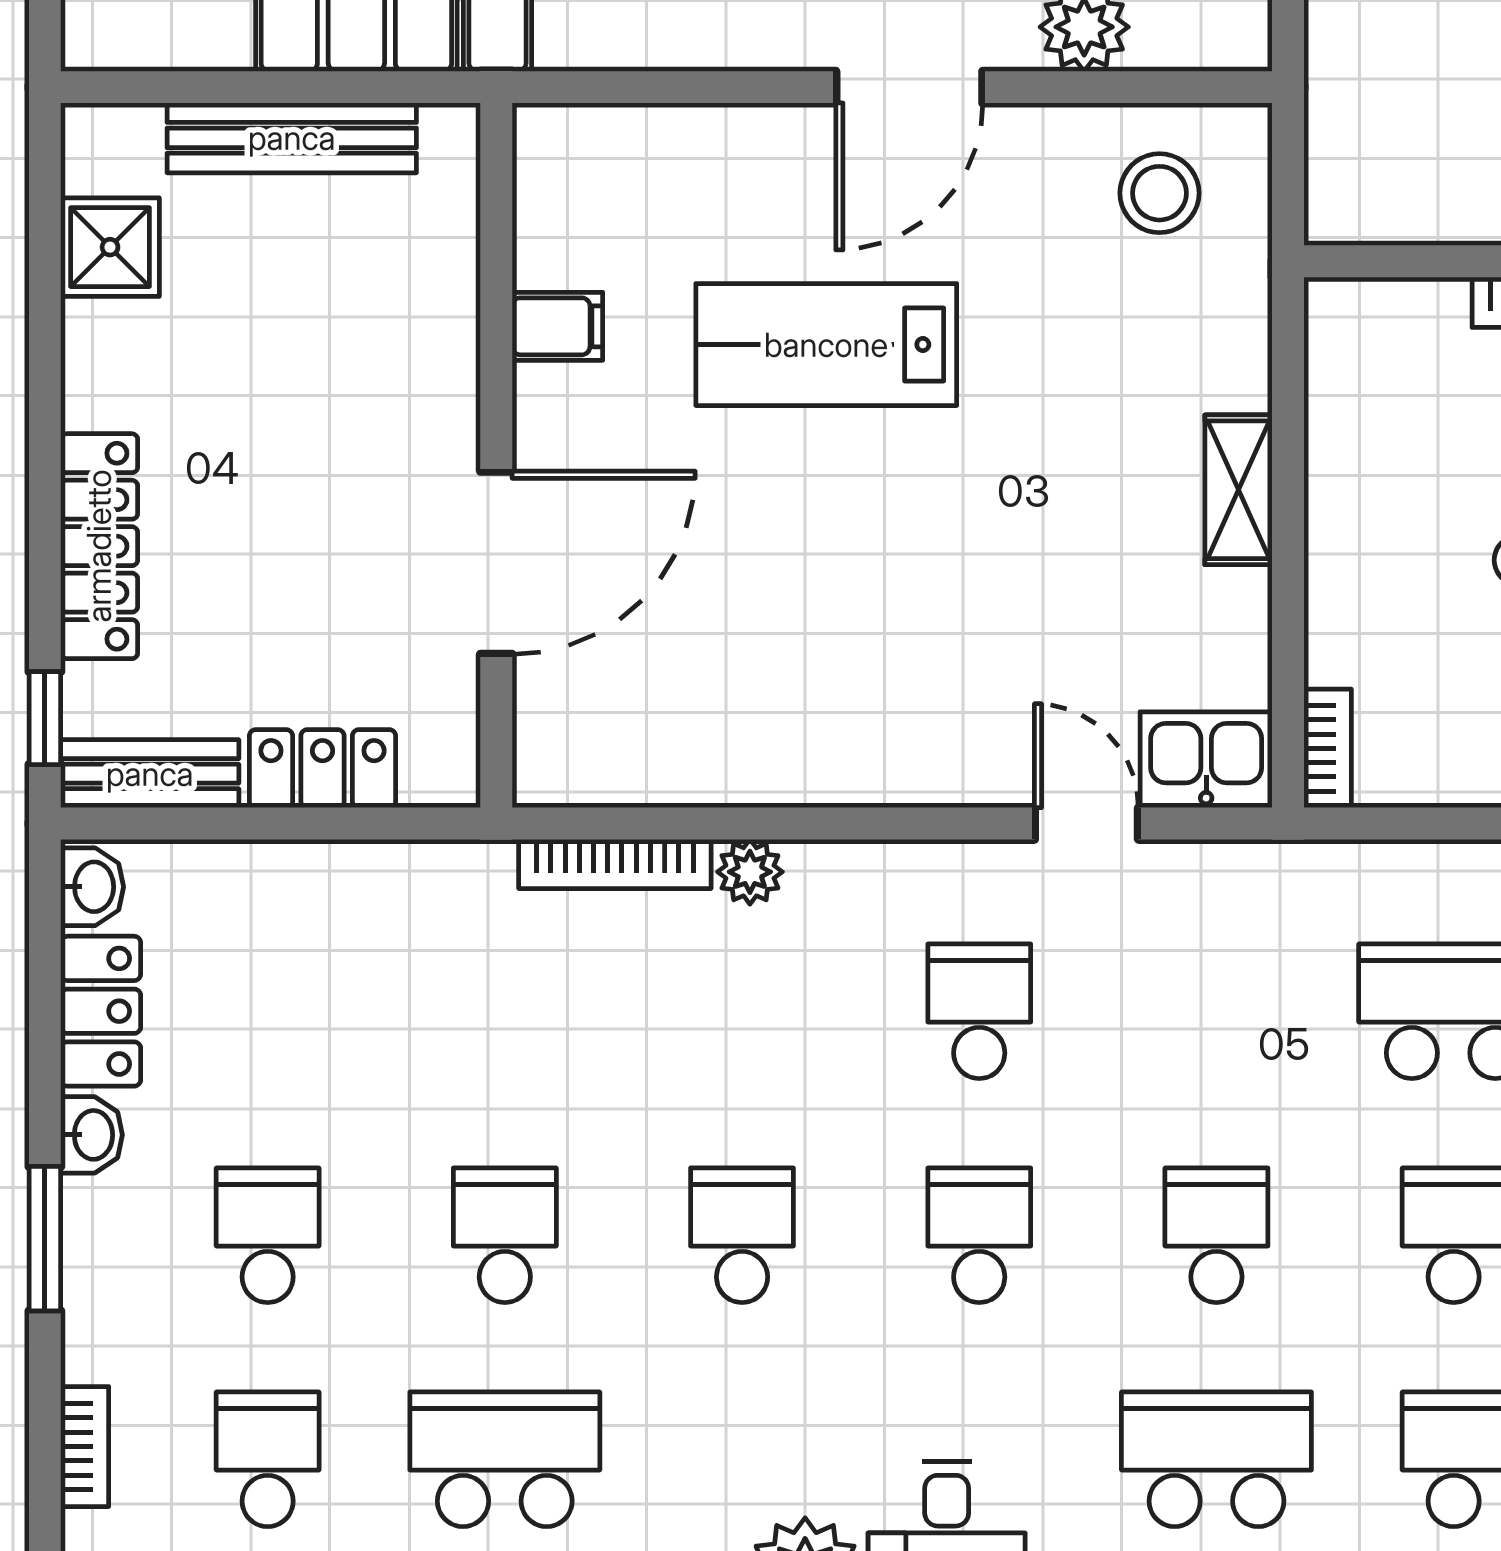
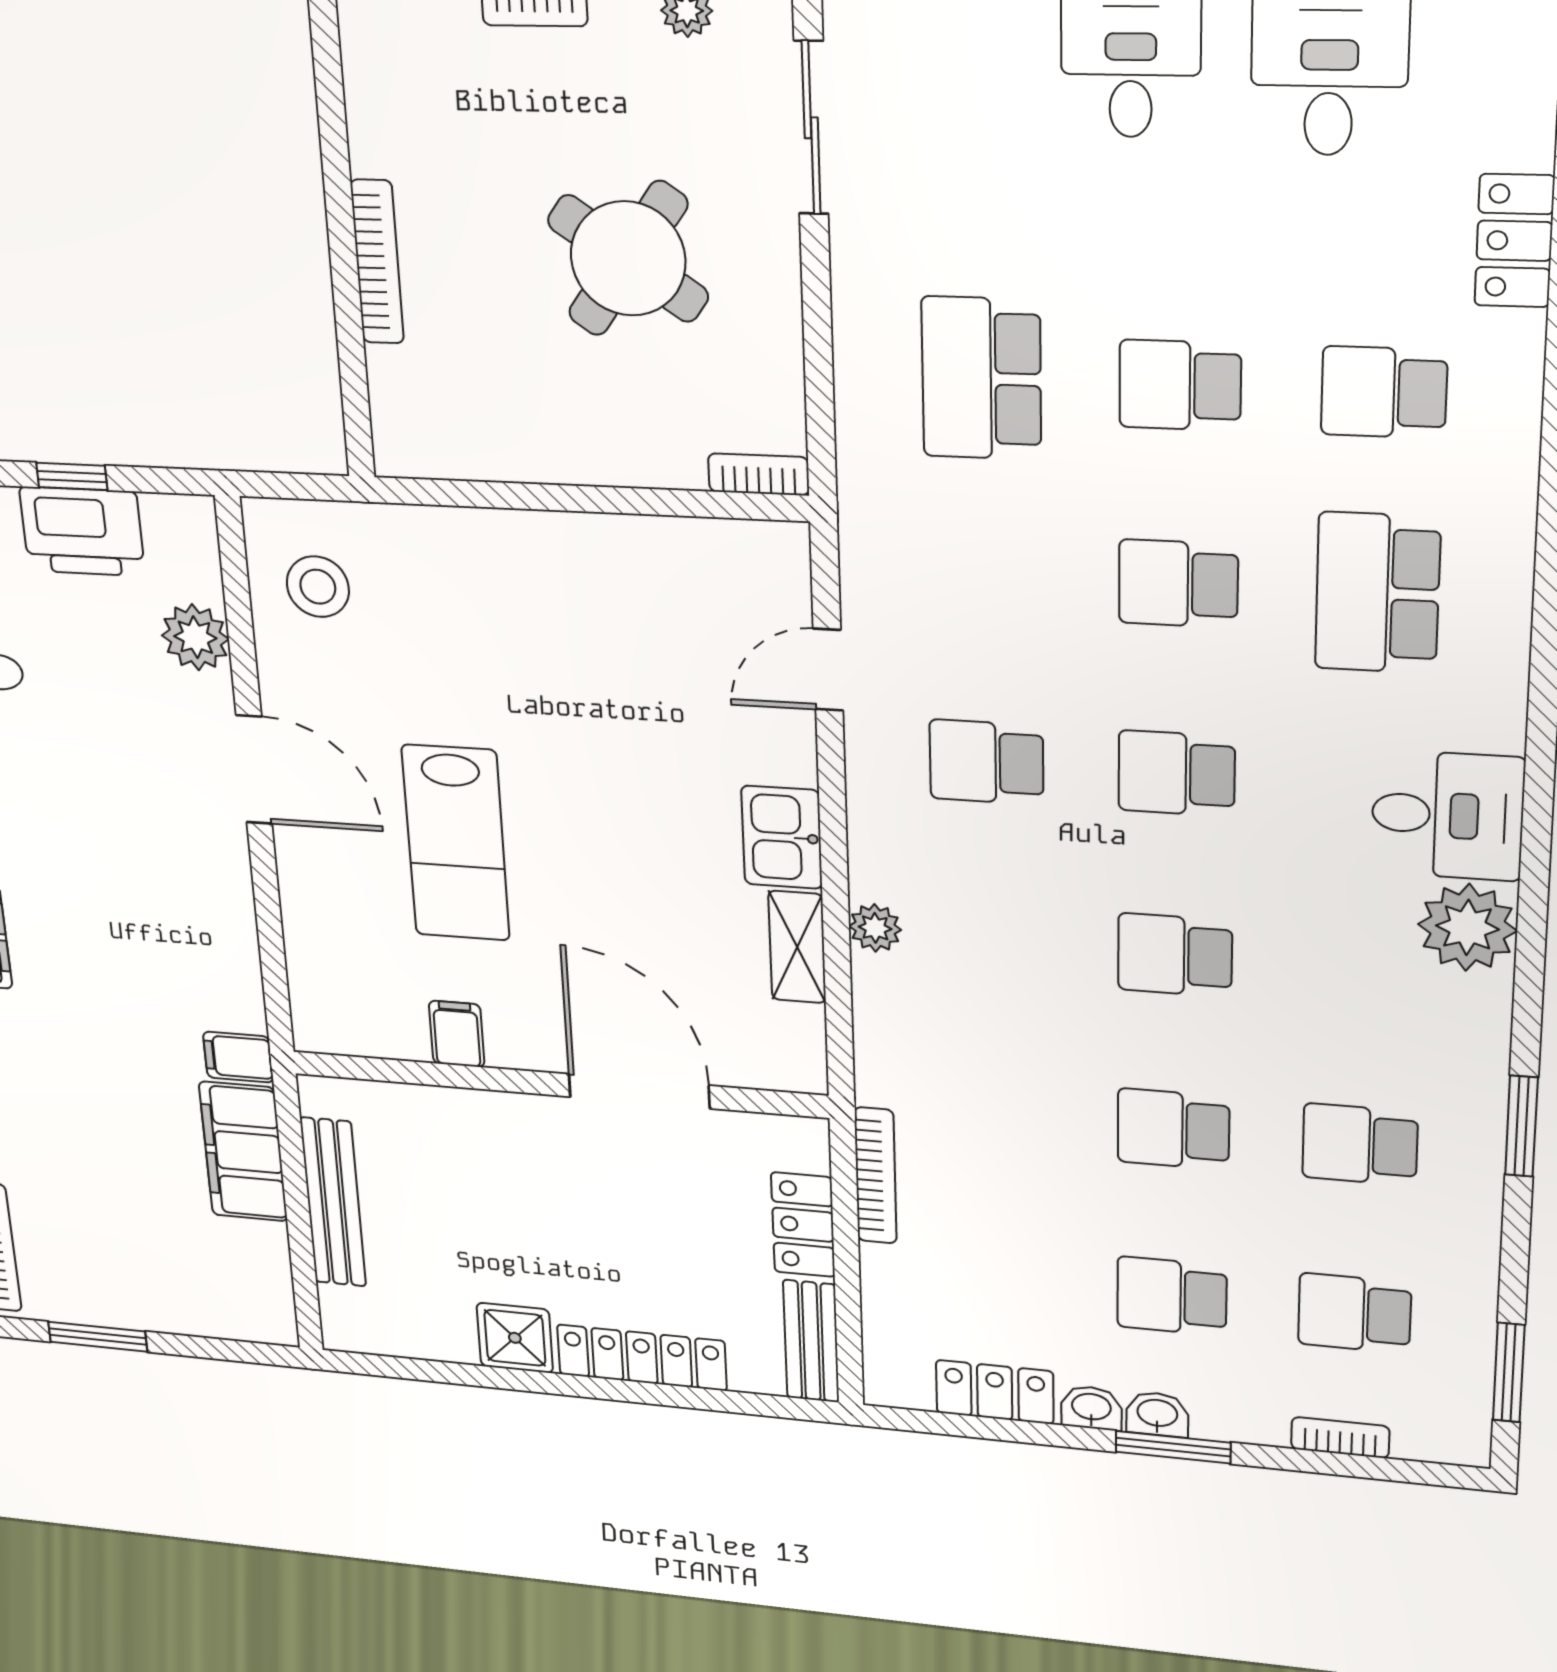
shower: (110, 247) -> (515, 1338), moved
shelving: (1239, 490) -> (797, 947), moved, turned 90
window: (45, 718) -> (772, 1406), removed
kitchen sink: (1206, 760) -> (782, 837), moved
bookcase: (615, 864) -> (876, 1176), moved
washbasin: (92, 887) -> (1157, 1414), moved
school desk: (505, 1459) -> (1360, 1145), width x0.54

